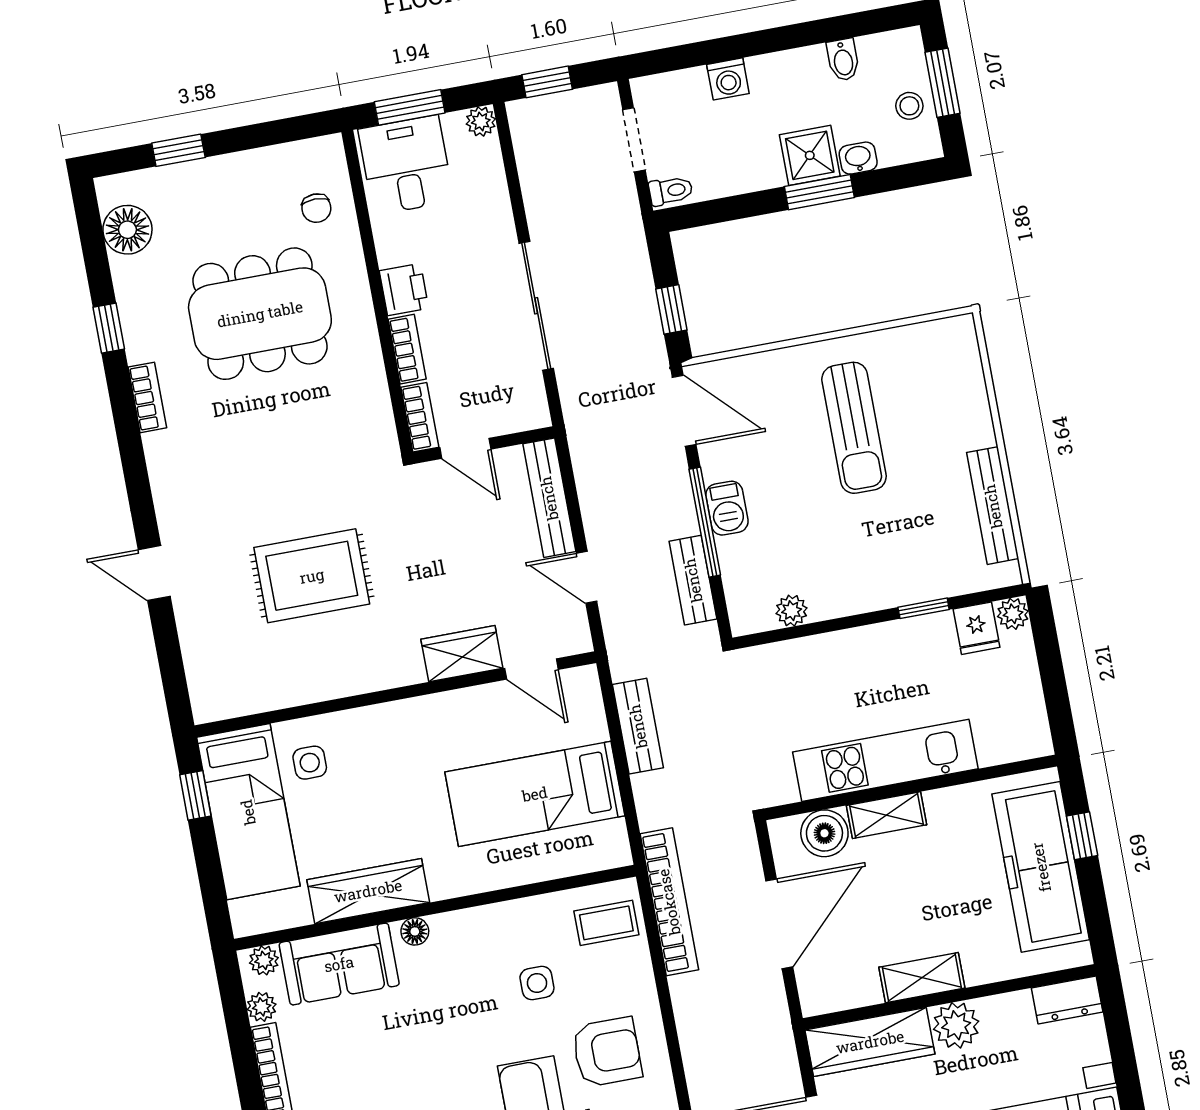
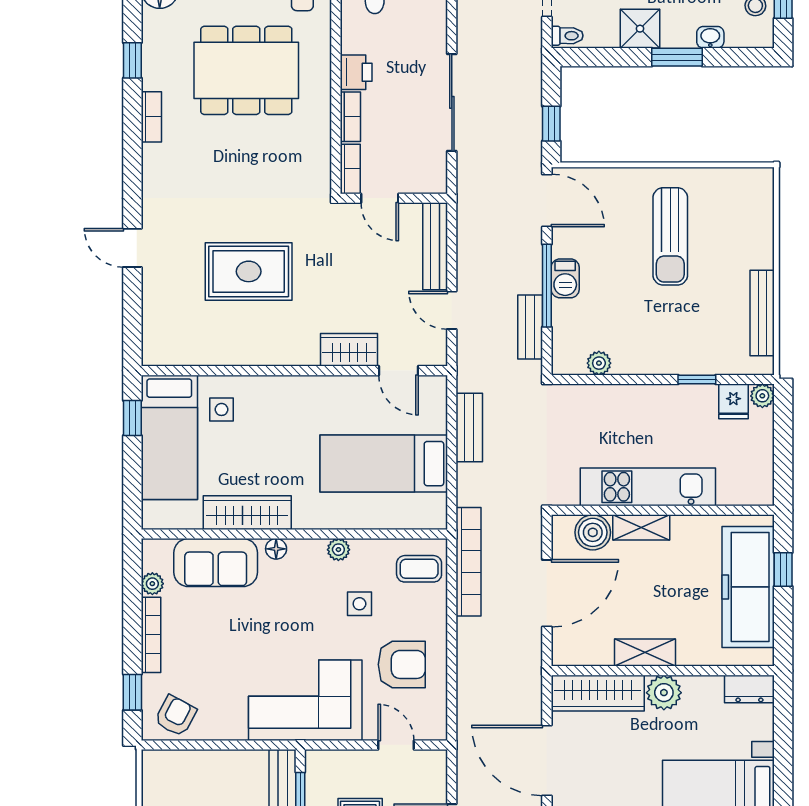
shower: (810, 155) -> (640, 29), moved
plant: (264, 960) -> (338, 550), moved

